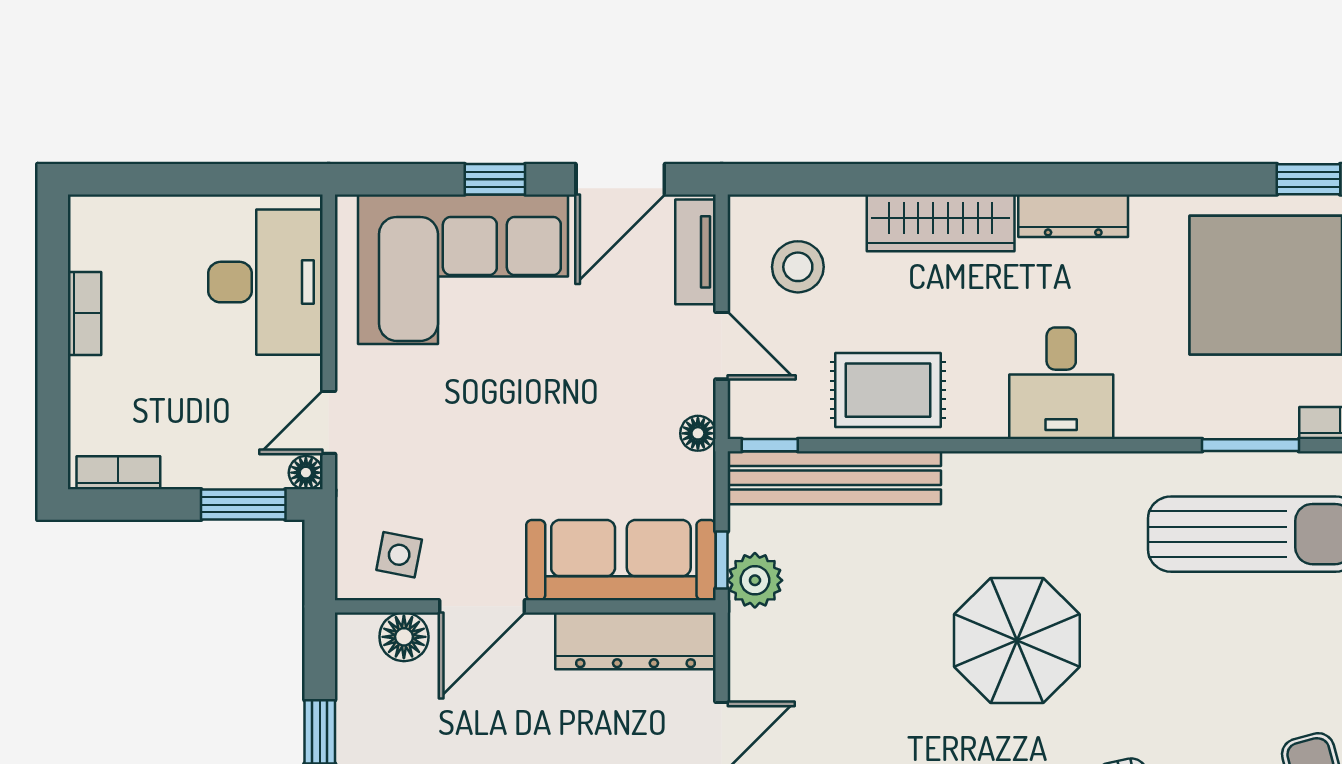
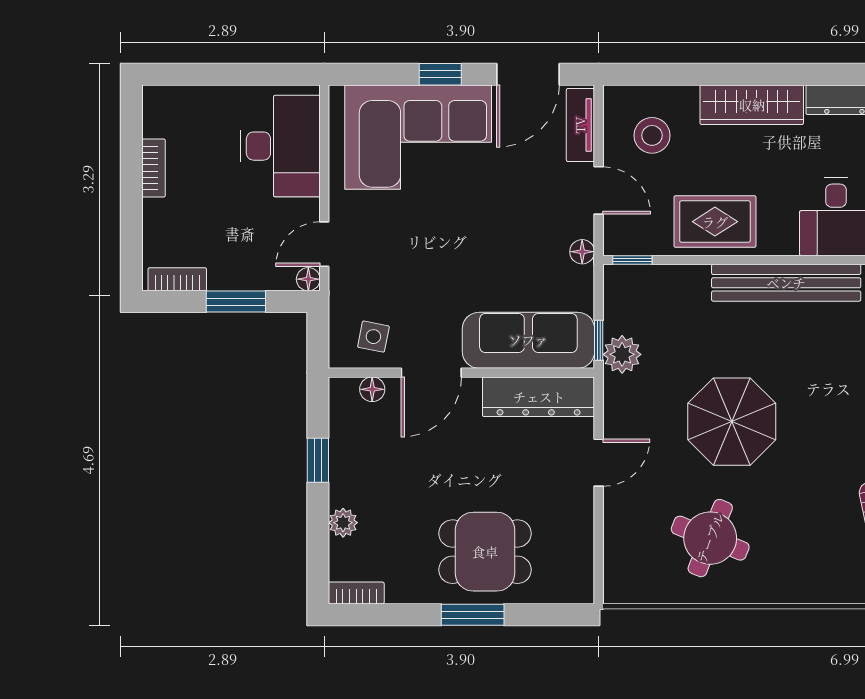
bench: (834, 478) -> (786, 283), moved
window: (243, 505) -> (236, 302), moved
floor lamp: (404, 637) -> (372, 389), width x0.73, depth x0.73
parasol: (1017, 641) -> (732, 422), moved

